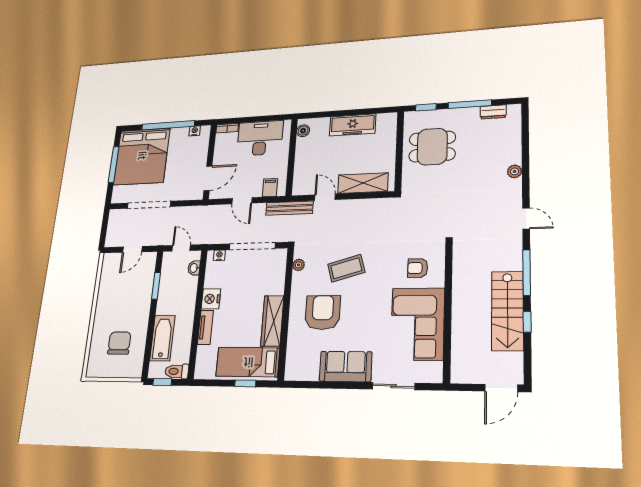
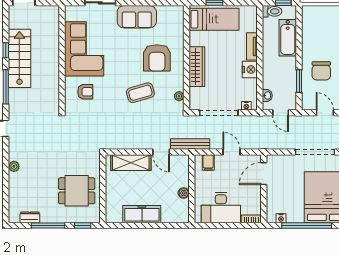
boiler: (303, 131) -> (184, 193), moved
door: (132, 249) -> (325, 113), hinge flipped
wardrobe: (272, 321) -> (197, 67), moved
chair: (119, 343) -> (321, 71), moved

